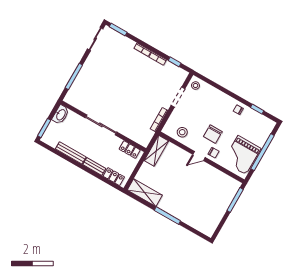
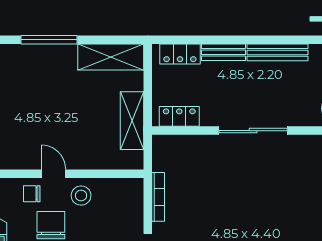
stool: (182, 132) -> (81, 196), moved
shelving: (156, 151) -> (132, 121), moved
door: (199, 156) -> (53, 174), hinge flipped

